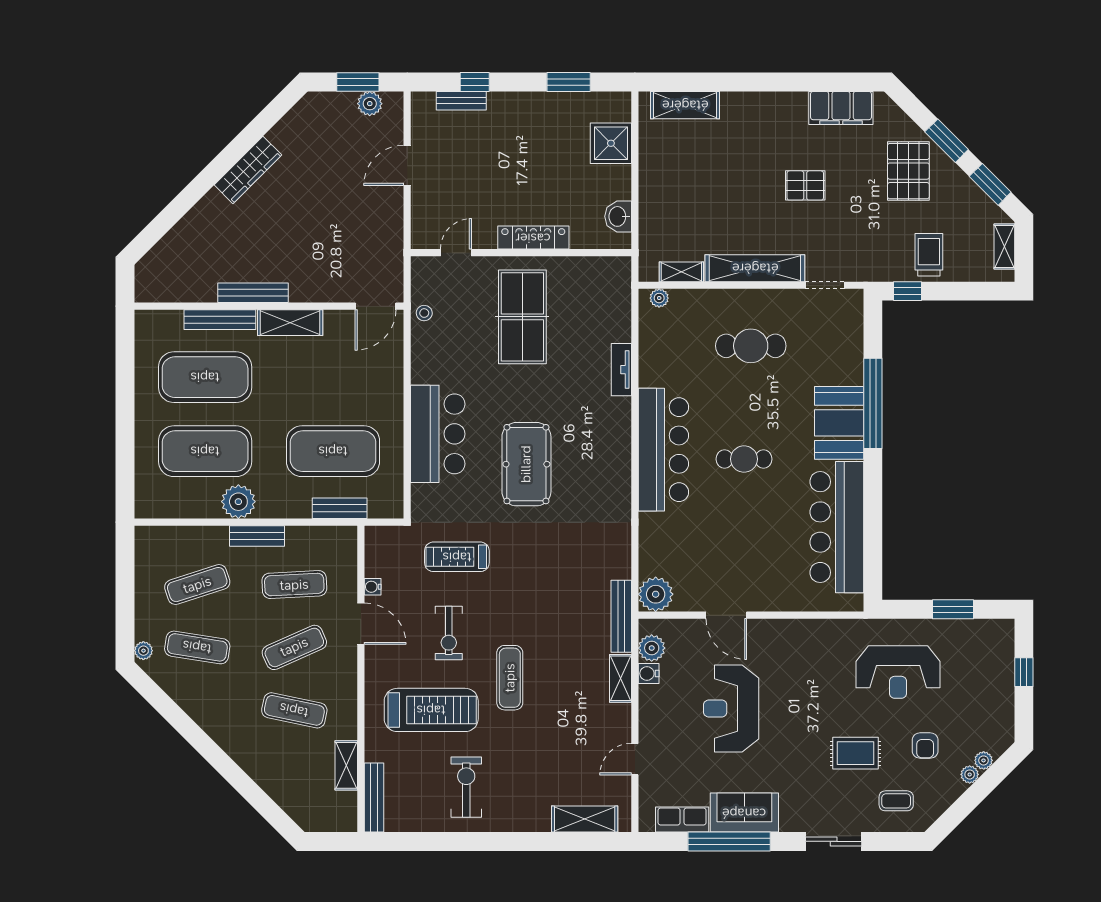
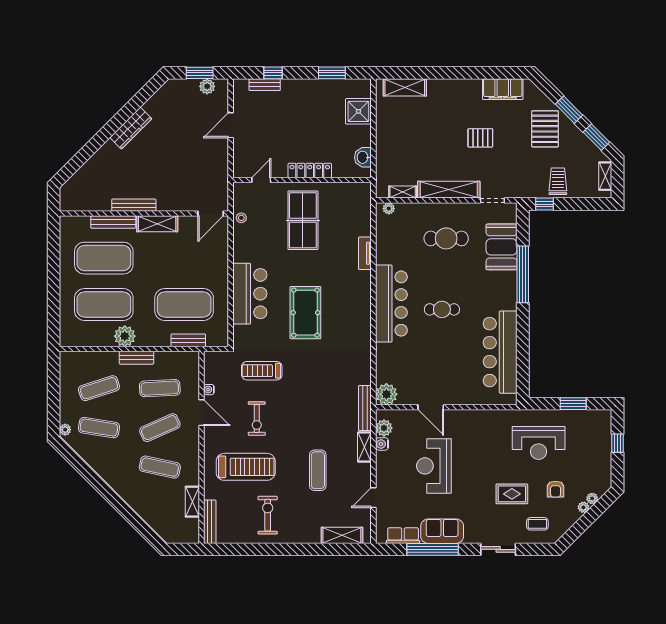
booth: (839, 423) -> (502, 247), moved
exercise mat: (510, 678) -> (318, 470), moved

